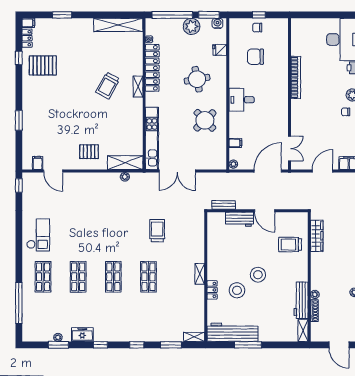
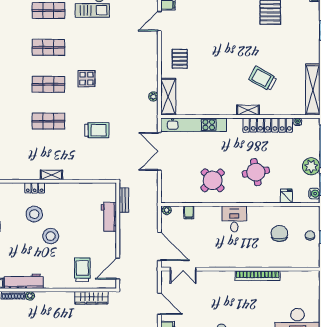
trolley: (108, 86) -> (263, 79), moved
door: (265, 211) -> (118, 269), moved
display table: (108, 241) -> (86, 79), added

